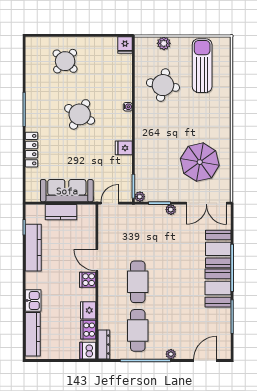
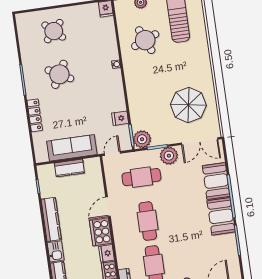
round table: (163, 85) -> (145, 40), turned -34
round table: (80, 114) -> (59, 74), moved
fridge: (124, 148) -> (120, 118), moved
plant: (140, 197) -> (142, 139), width x1.87, depth x1.87
plant: (171, 210) -> (169, 156), width x1.88, depth x1.88
cafe table: (138, 233) -> (141, 177), added
kitchen counter: (33, 248) -> (51, 219), moved
door: (97, 260) -> (108, 207), hinge flipped
cooker: (88, 280) -> (101, 232), width x1.87, depth x1.31

